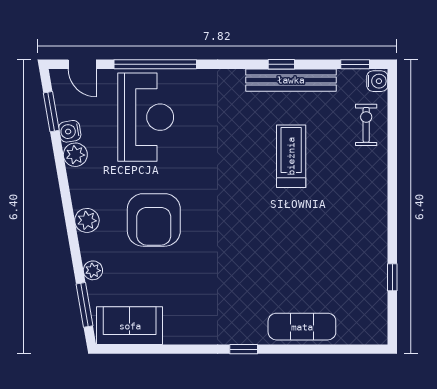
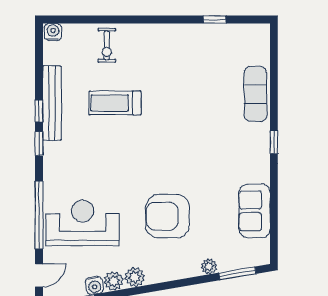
window: (355, 64) -> (39, 144), moved
exercise bike: (366, 125) -> (107, 45), moved, turned -90
plant: (87, 220) -> (135, 277), moved
armchair: (154, 220) -> (167, 216), turned 180
sofa: (130, 326) -> (255, 211), moved

